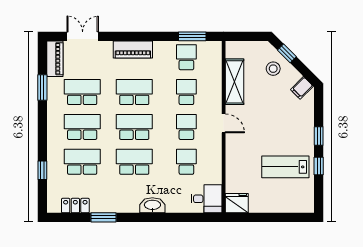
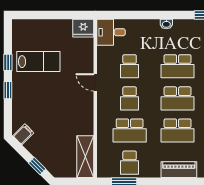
stool: (273, 69) -> (50, 152), removed
shelving: (235, 82) -> (85, 157), moved
school desk: (186, 92) -> (130, 131), width x1.85
door: (224, 123) -> (95, 82), moved
washbasin: (152, 205) -> (166, 24), width x0.52, depth x0.69

